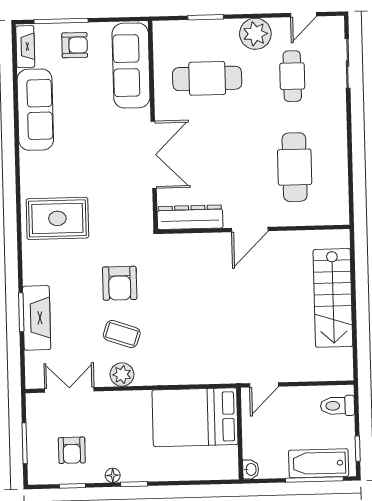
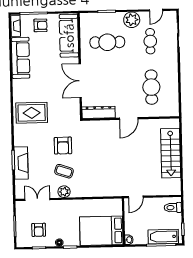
double door: (154, 155) -> (80, 81), swing flipped
bed: (195, 417) -> (101, 231), moved

